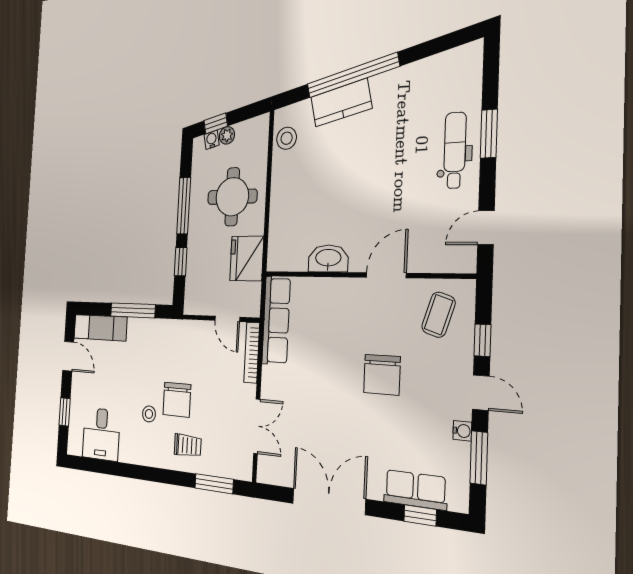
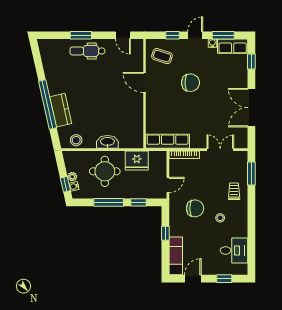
washbasin: (328, 258) -> (107, 142), moved, turned 90
window: (133, 310) -> (165, 233), width x0.46
door: (227, 319) -> (168, 185), moved
chair: (177, 400) -> (195, 208), moved
row of seats: (415, 490) -> (233, 46), moved, turned -90

